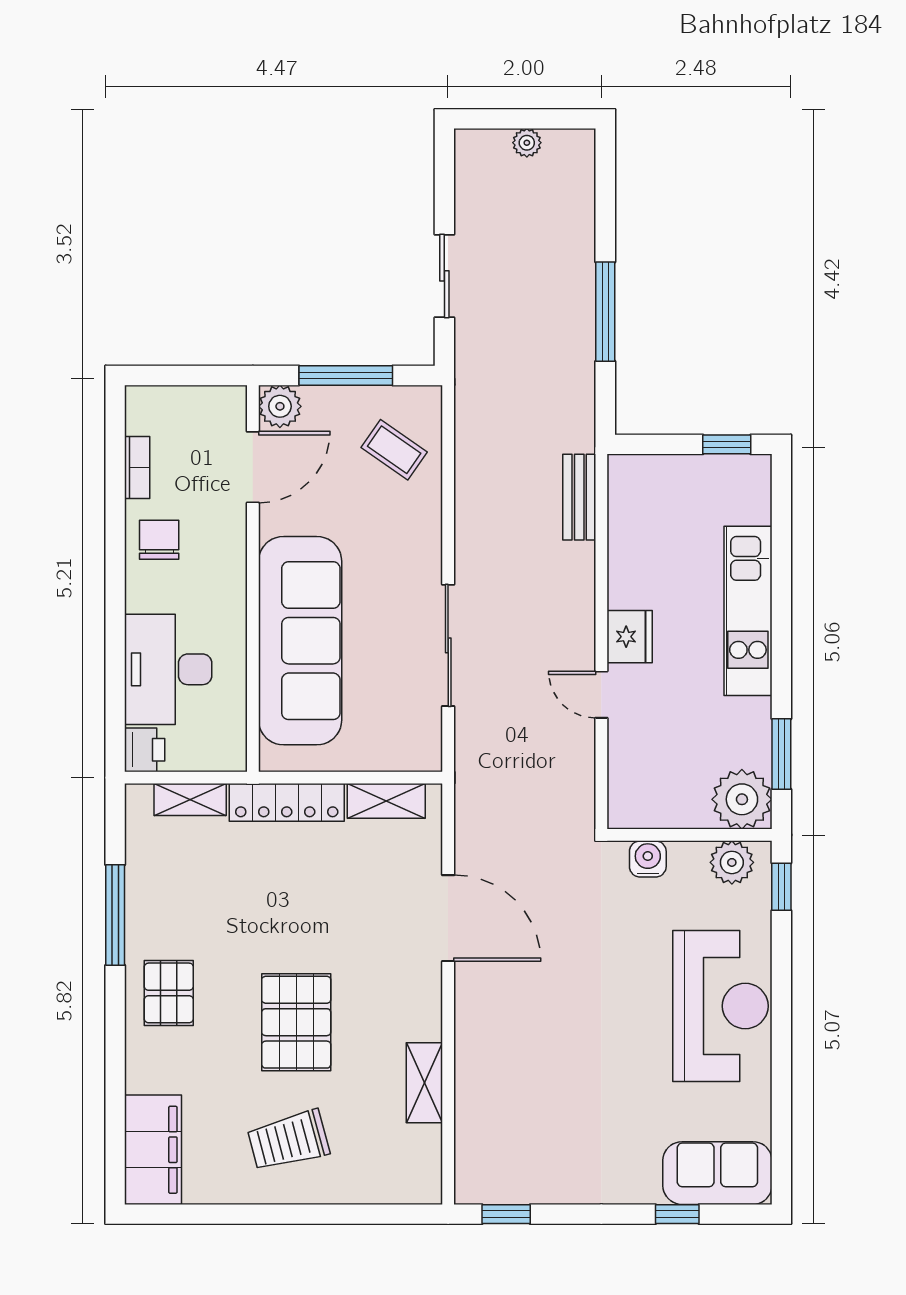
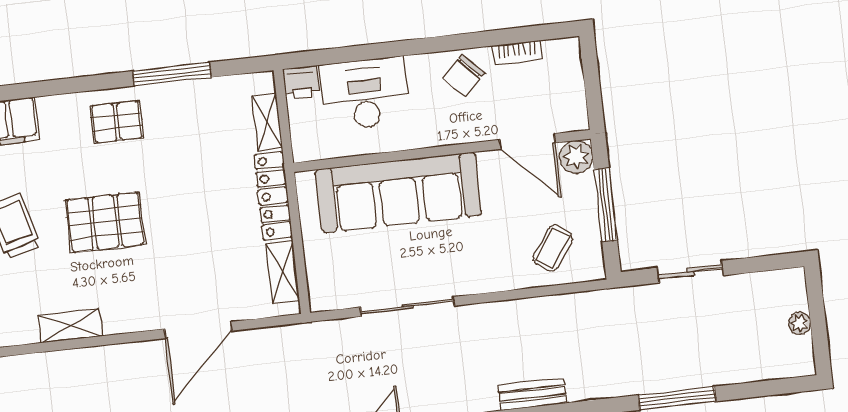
chair: (159, 540) -> (463, 76), turned 135

